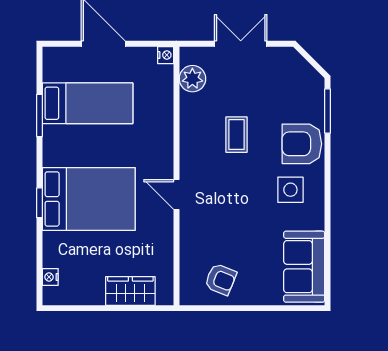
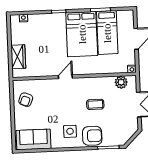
armchair: (302, 144) -> (92, 136), turned 90
bed: (89, 199) -> (82, 34), moved

